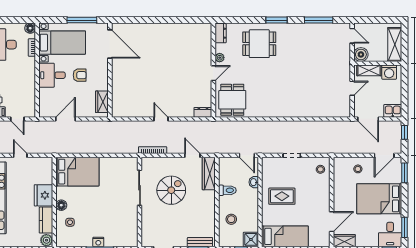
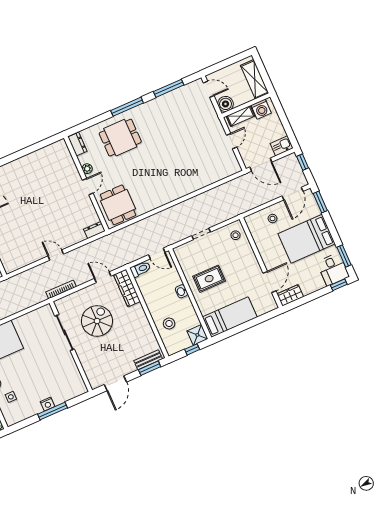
window: (277, 20) -> (127, 107), width x1.44
washbasin: (254, 182) -> (181, 291), moved
toilet: (227, 190) -> (140, 269), moved

